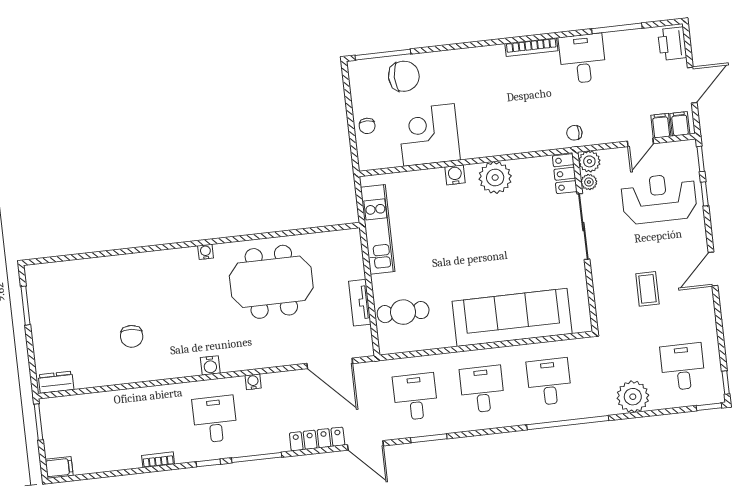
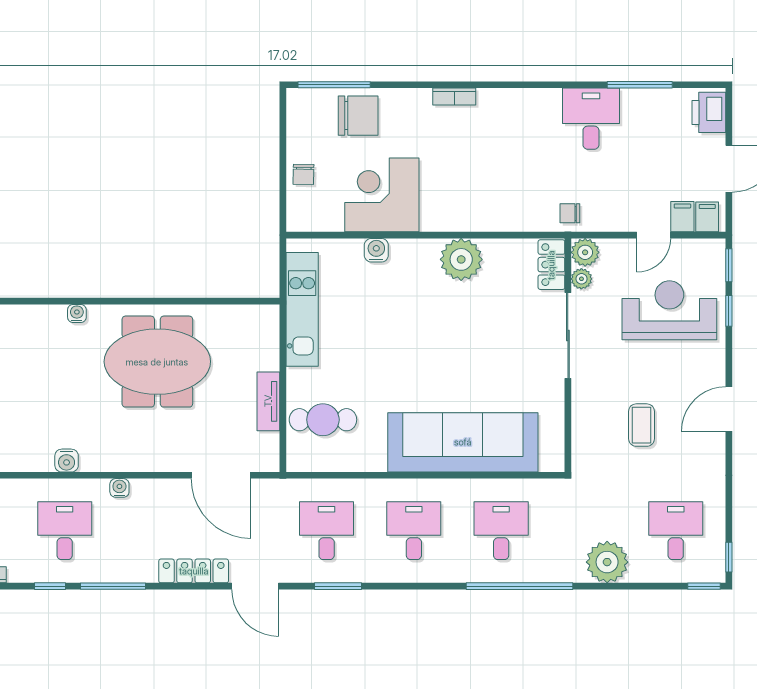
bookcase: (531, 47) -> (454, 96), moved, width x0.64
water cooler: (455, 175) -> (376, 250), moved

